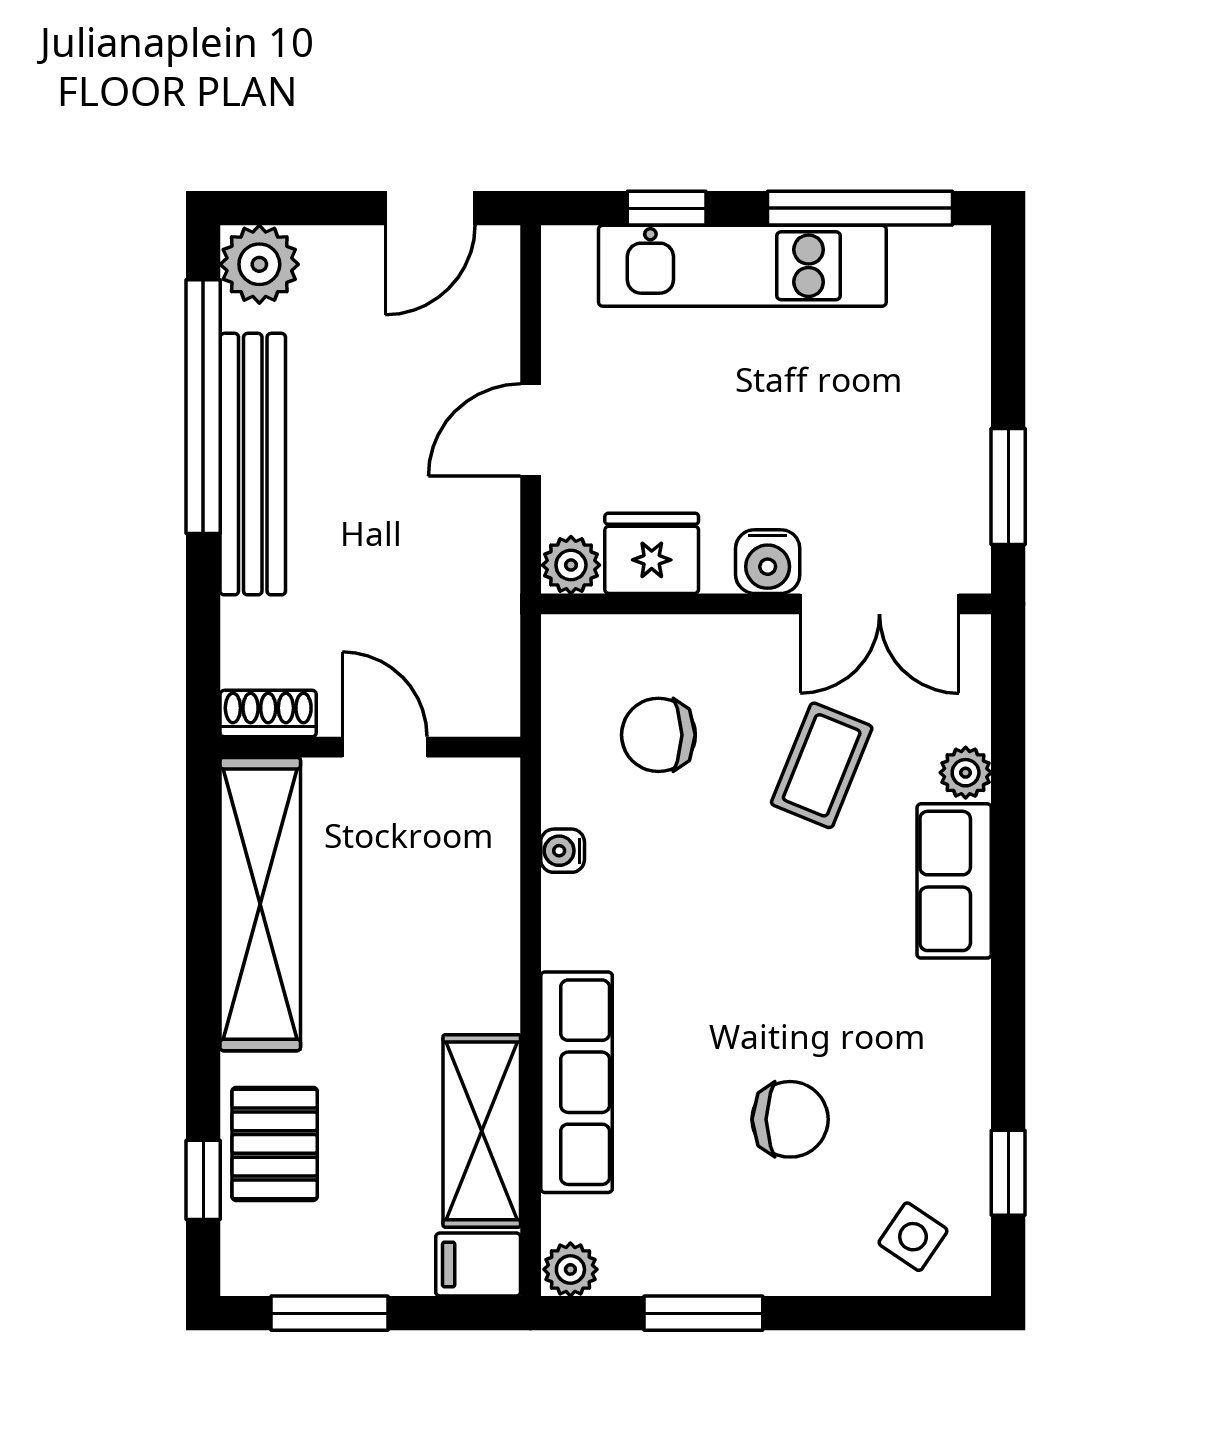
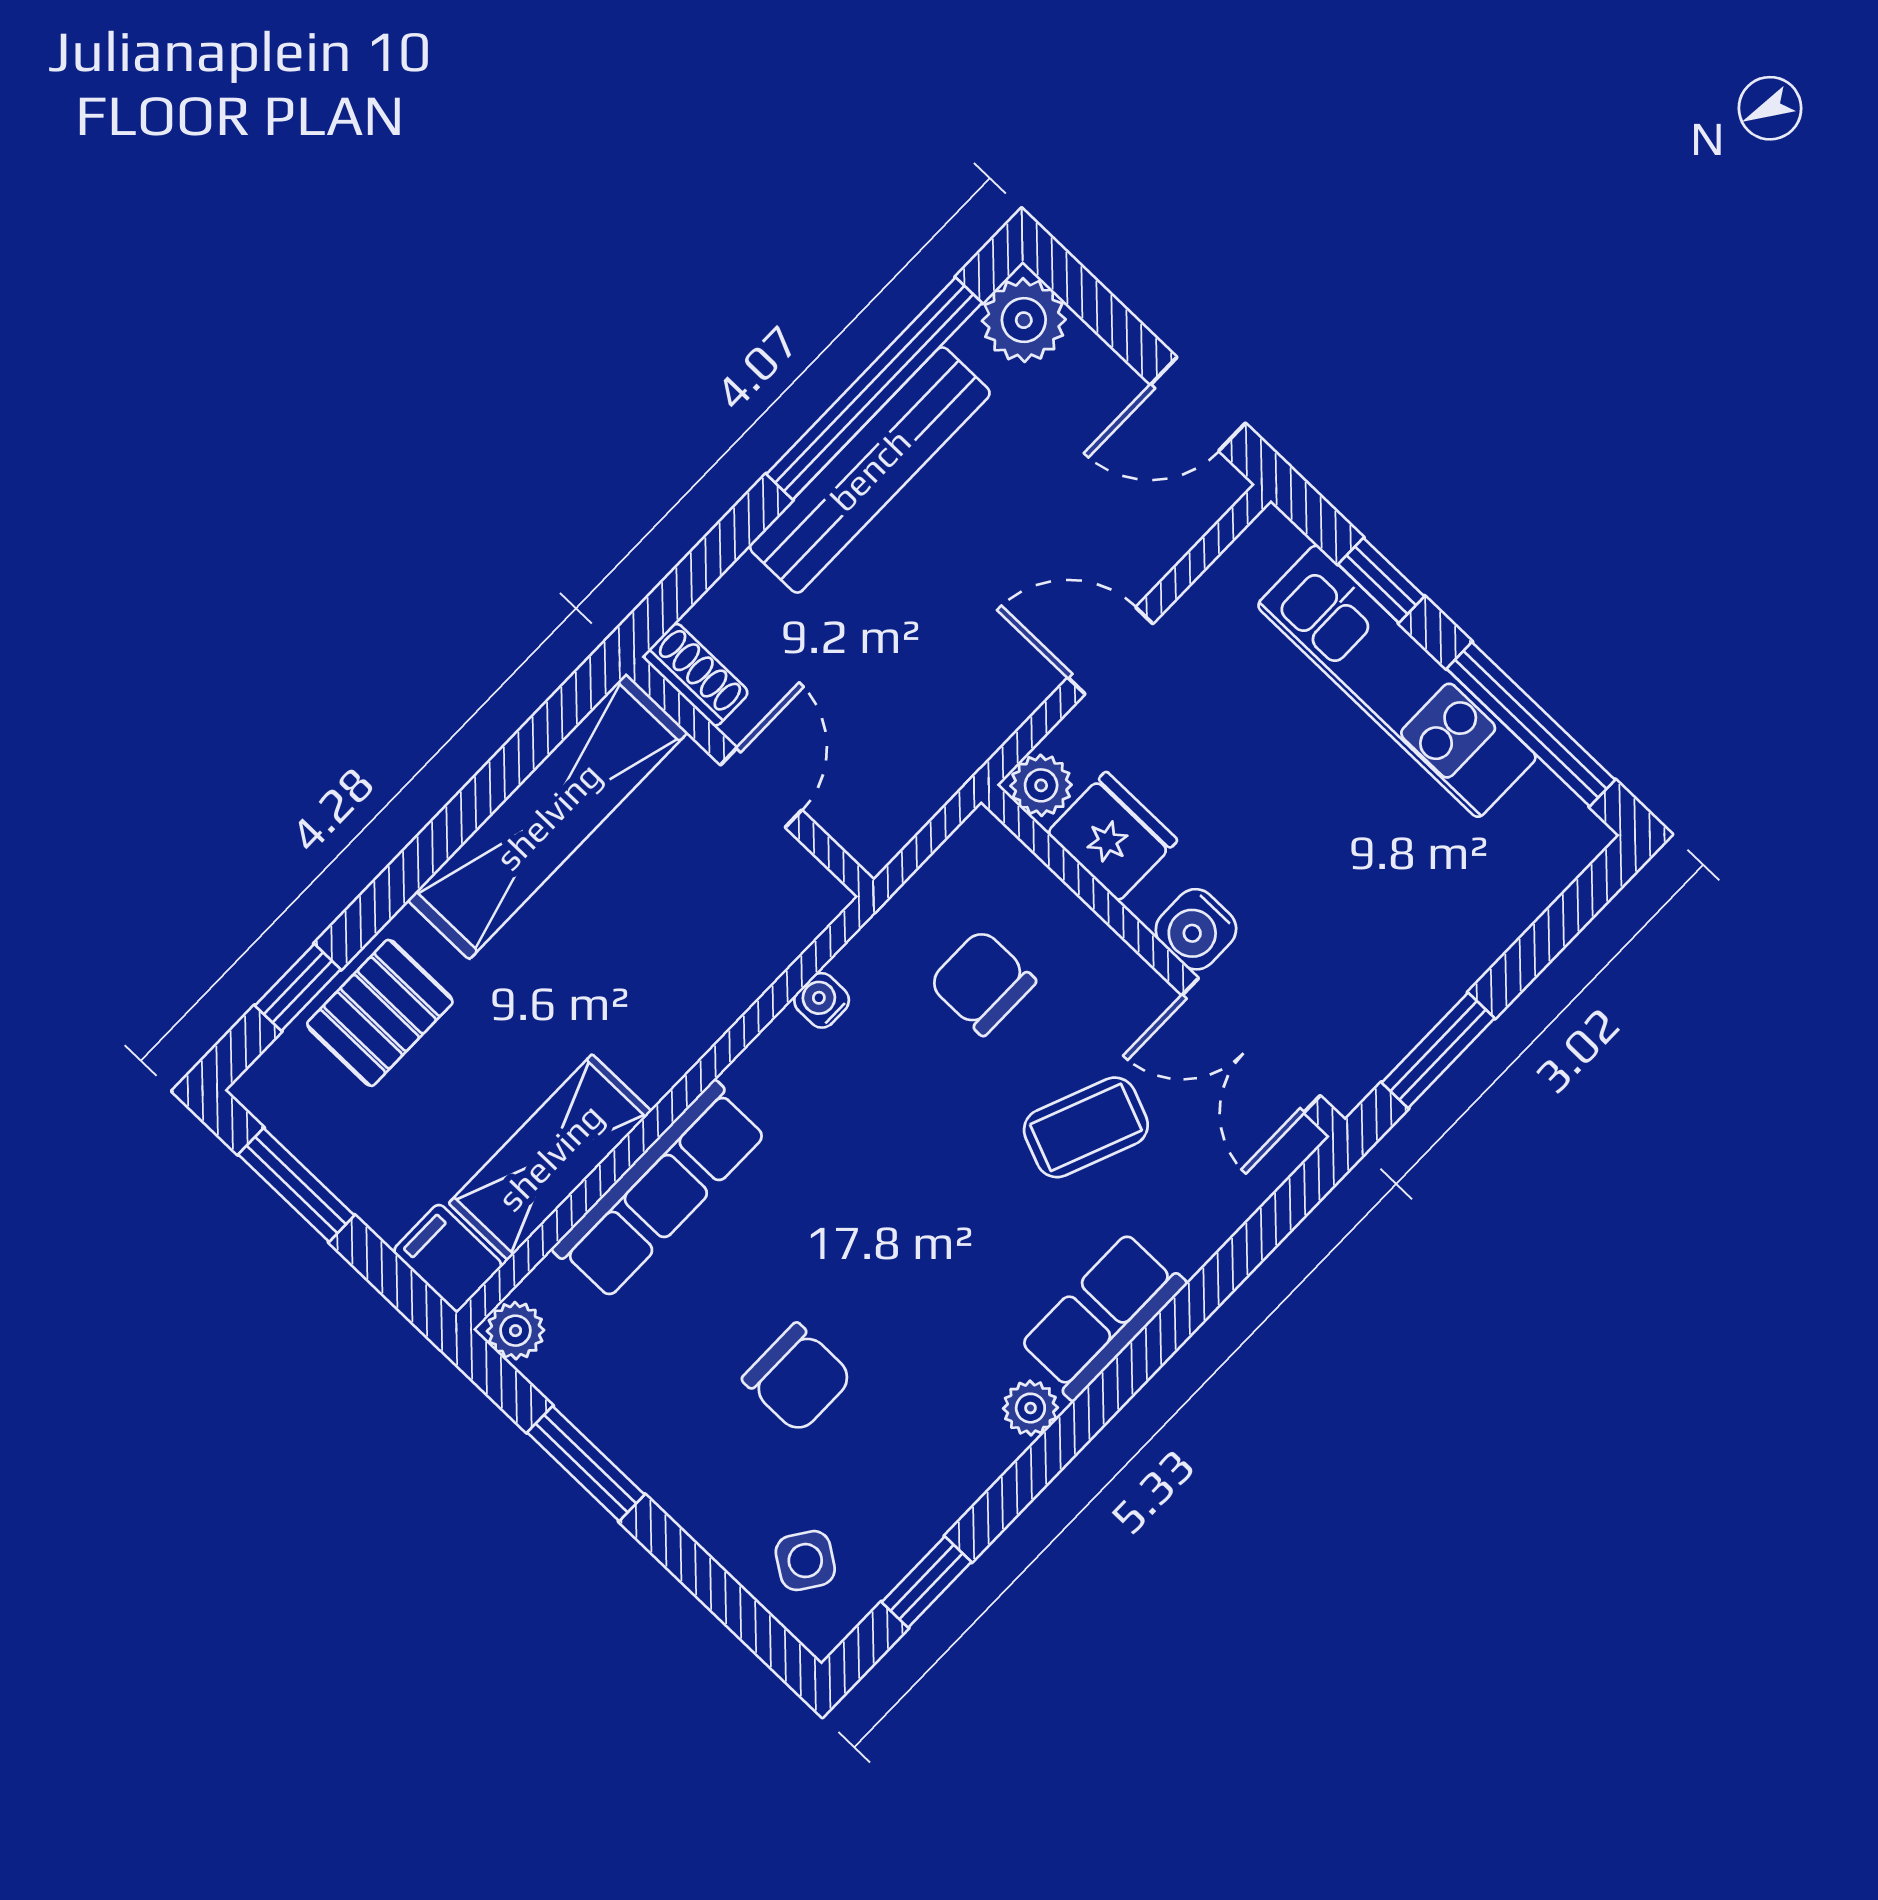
plant: (966, 773) -> (1030, 1408), moved

